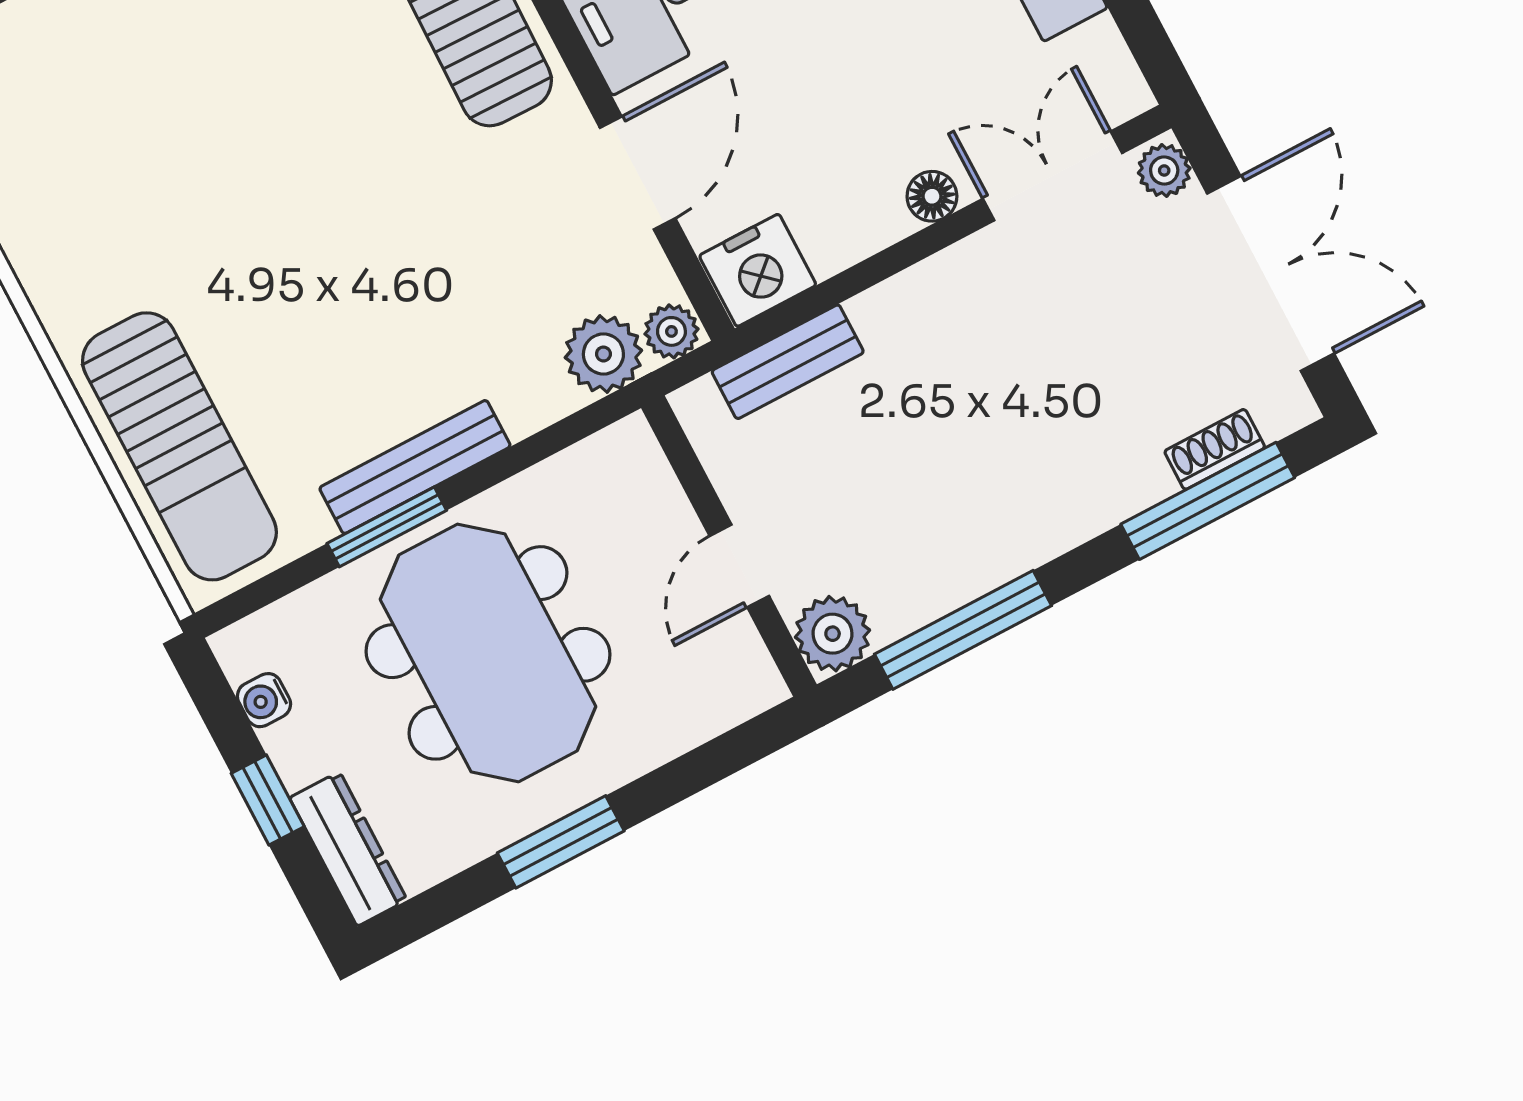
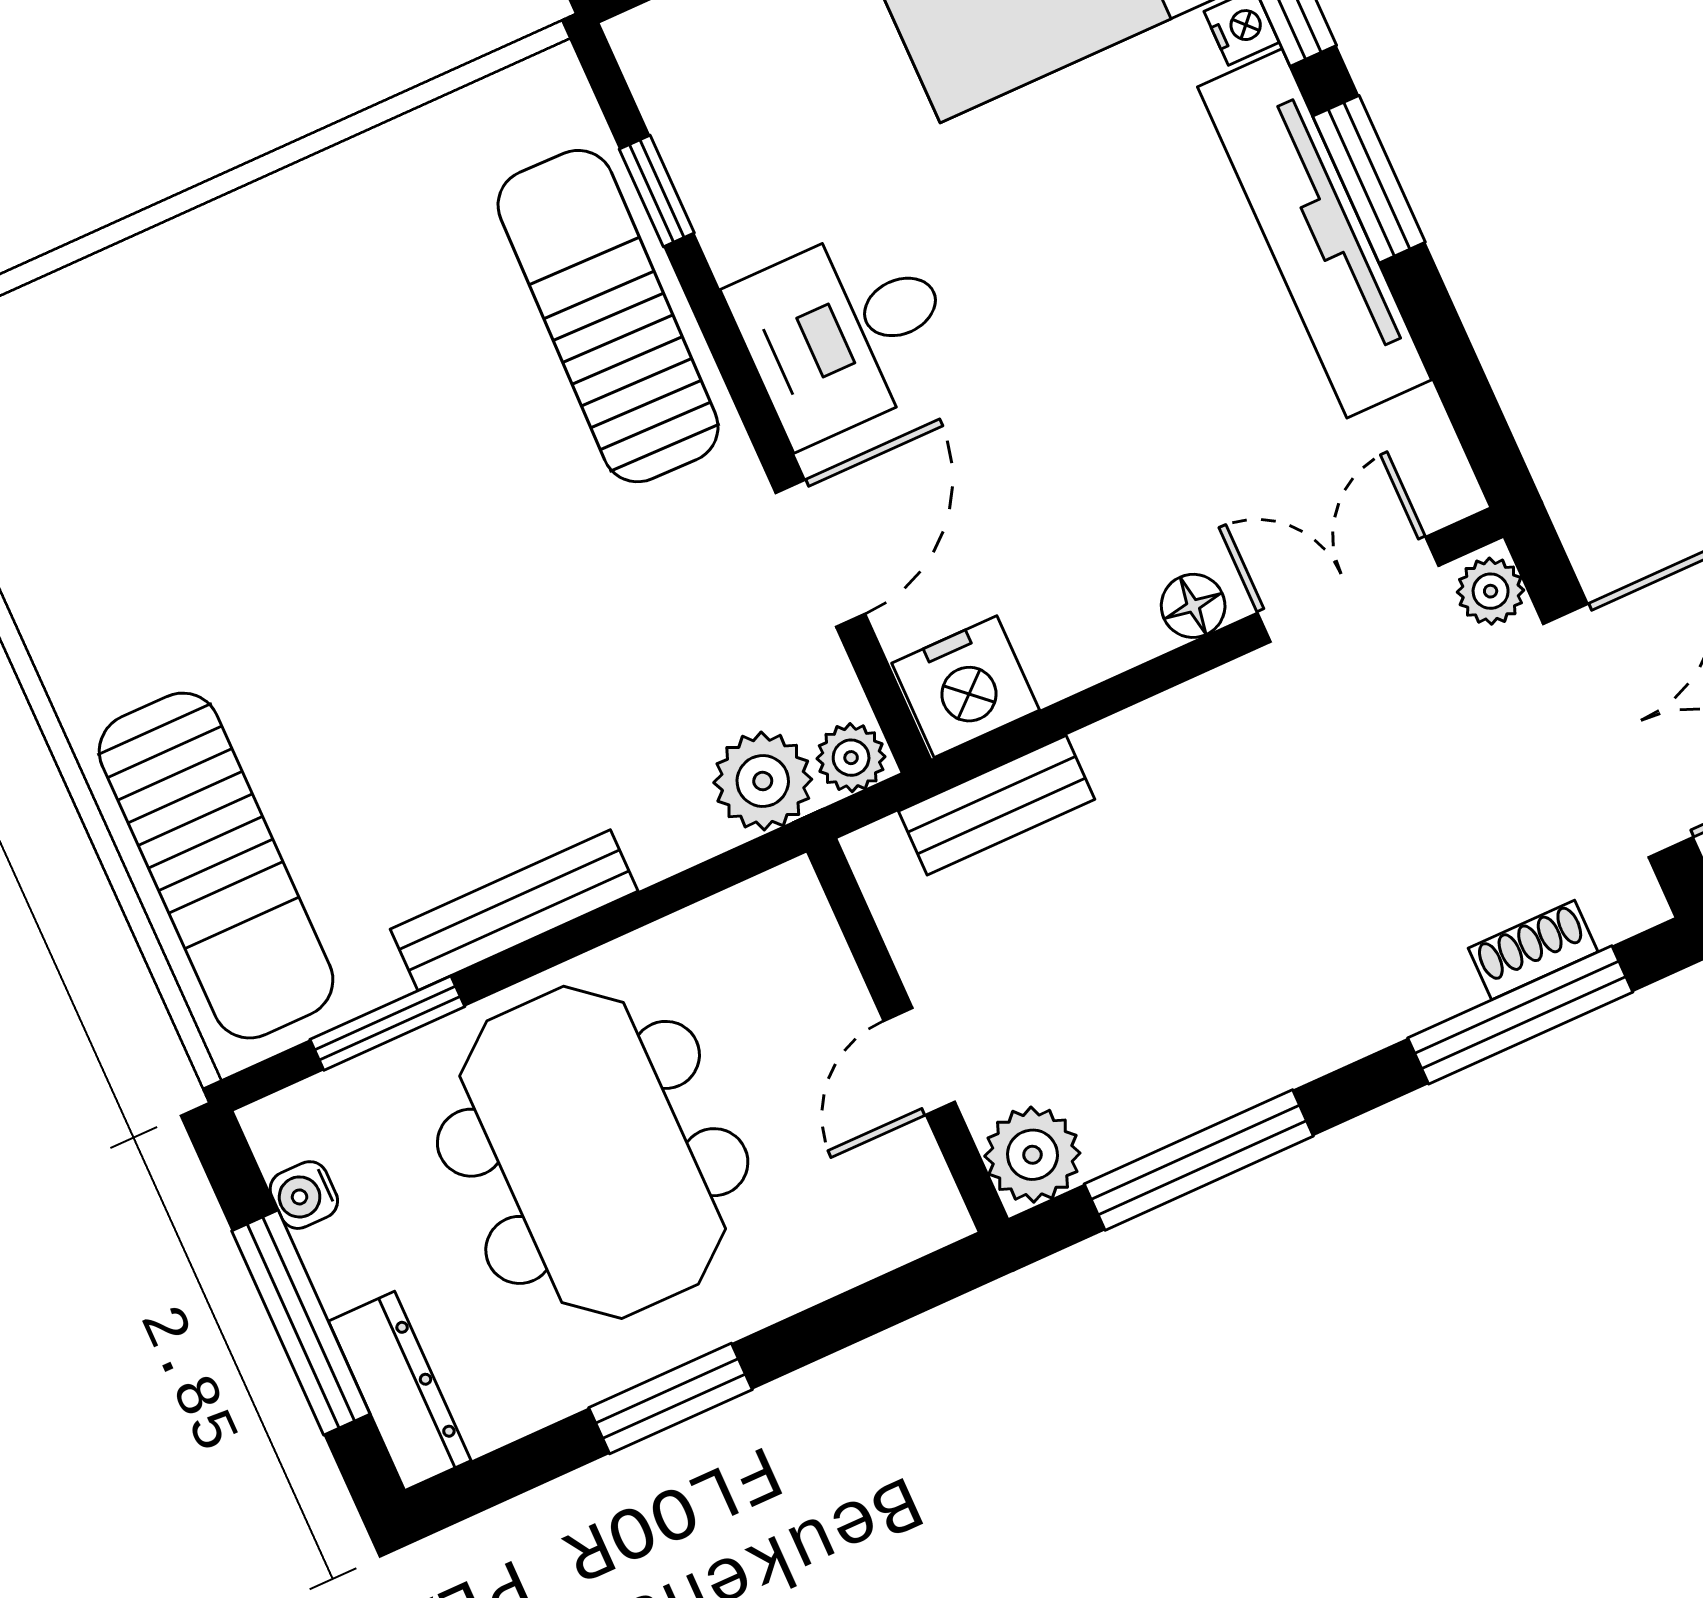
window: (387, 527) -> (387, 1023), moved
window: (268, 800) -> (301, 1322), width x2.17

